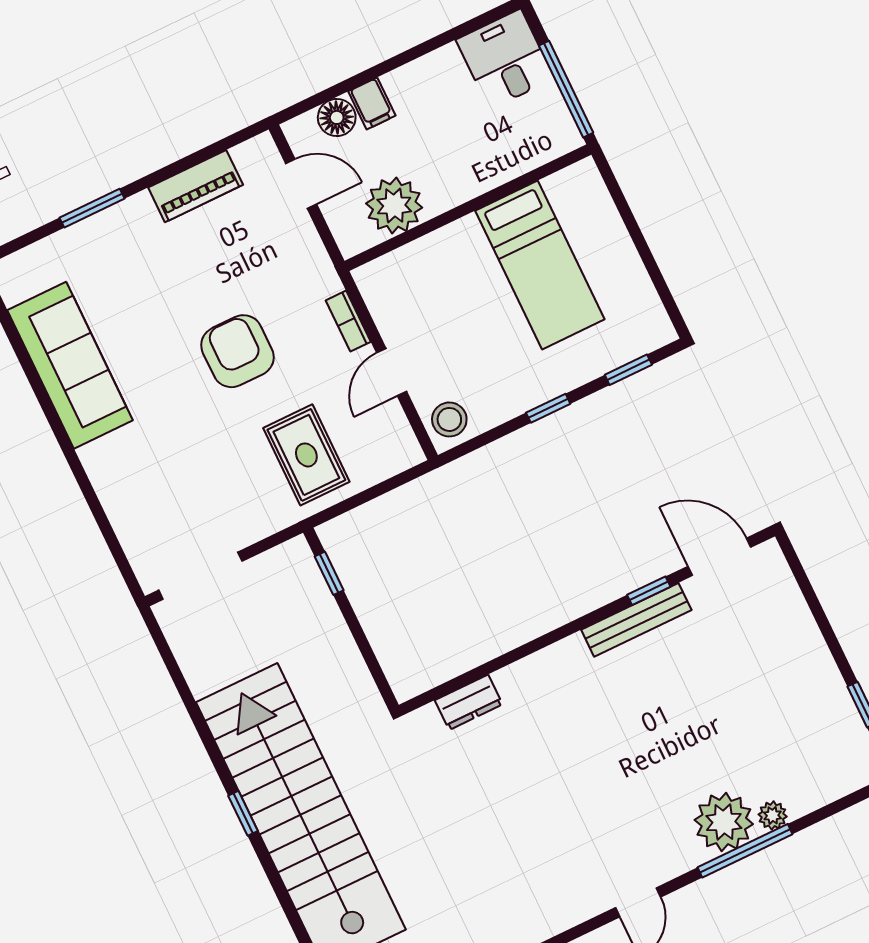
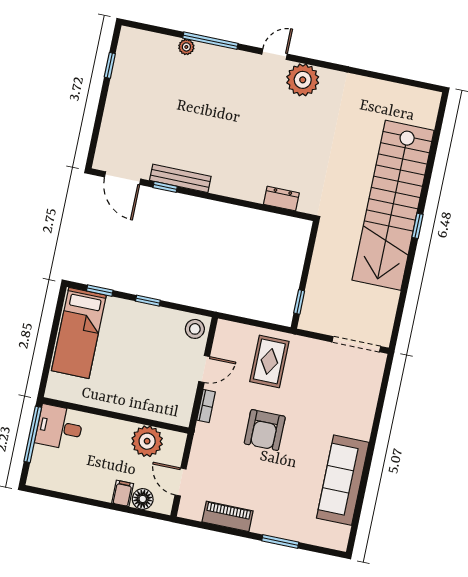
desk: (505, 59) -> (59, 427), moved, turned 90
bed: (540, 265) -> (79, 333), moved, turned 180
plant: (724, 822) -> (303, 80), moved

